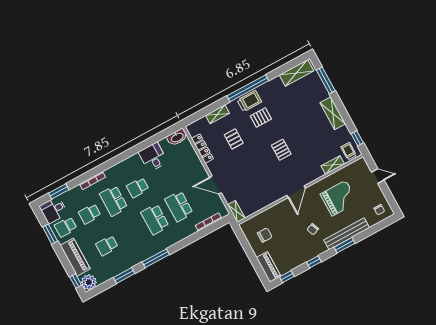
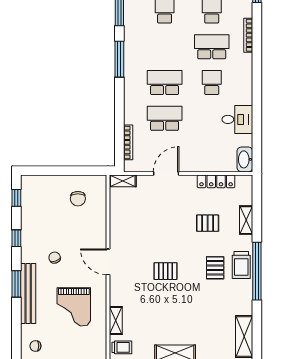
piano: (269, 267) -> (39, 183), removed

